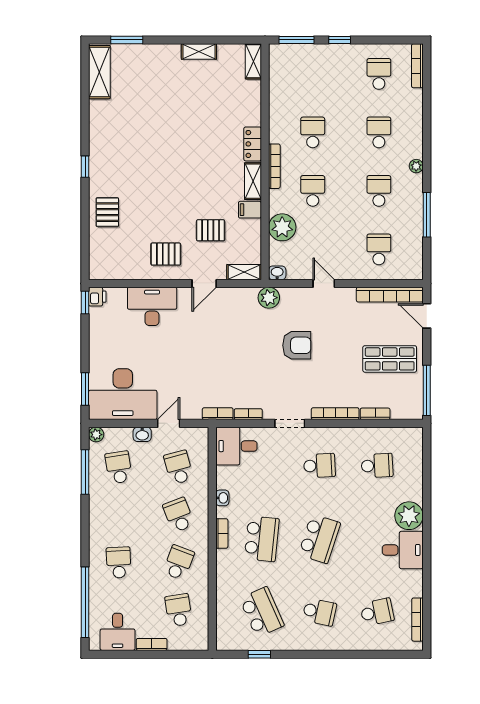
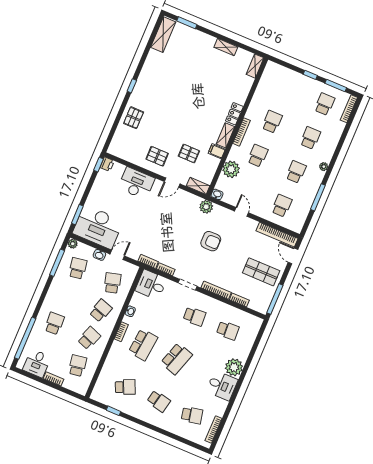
window: (296, 40) -> (336, 86), moved
school desk: (179, 515) -> (101, 310), turned 39
school desk: (262, 612) -> (125, 387), width x0.54

